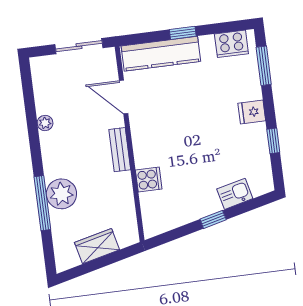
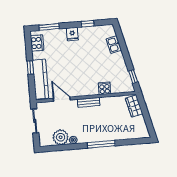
door: (124, 97) -> (62, 99), swing flipped
plant: (61, 194) -> (61, 137), moved
window: (42, 203) -> (101, 144), moved
window: (213, 219) -> (133, 77), moved
wardrobe: (97, 246) -> (134, 106), moved

